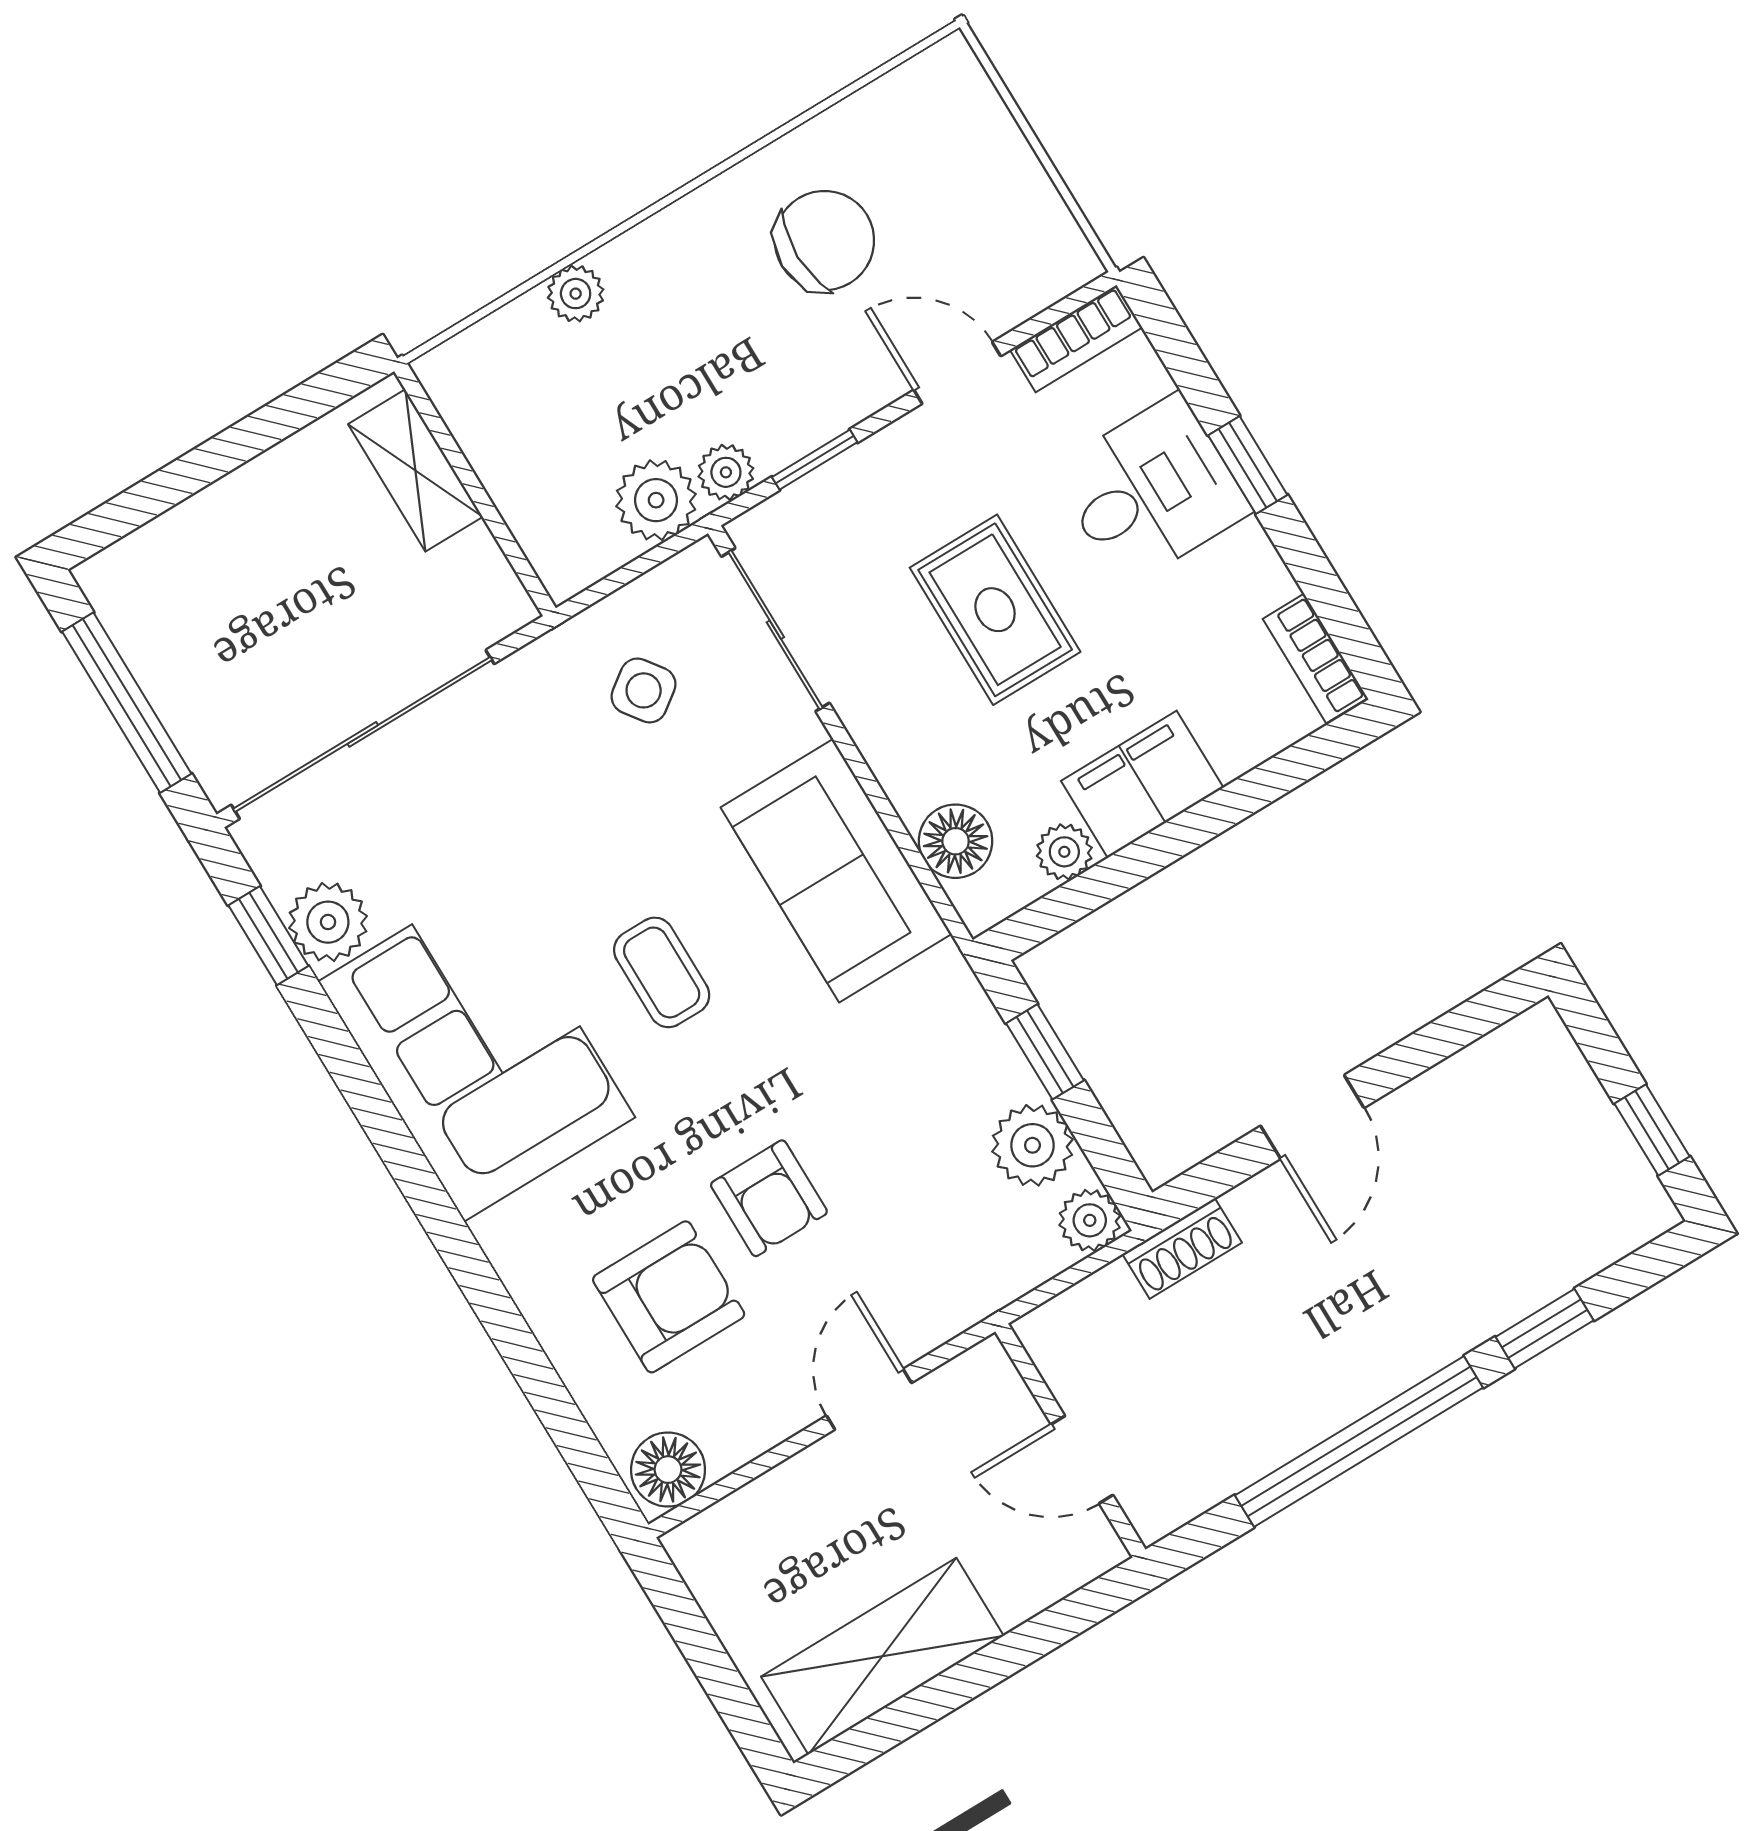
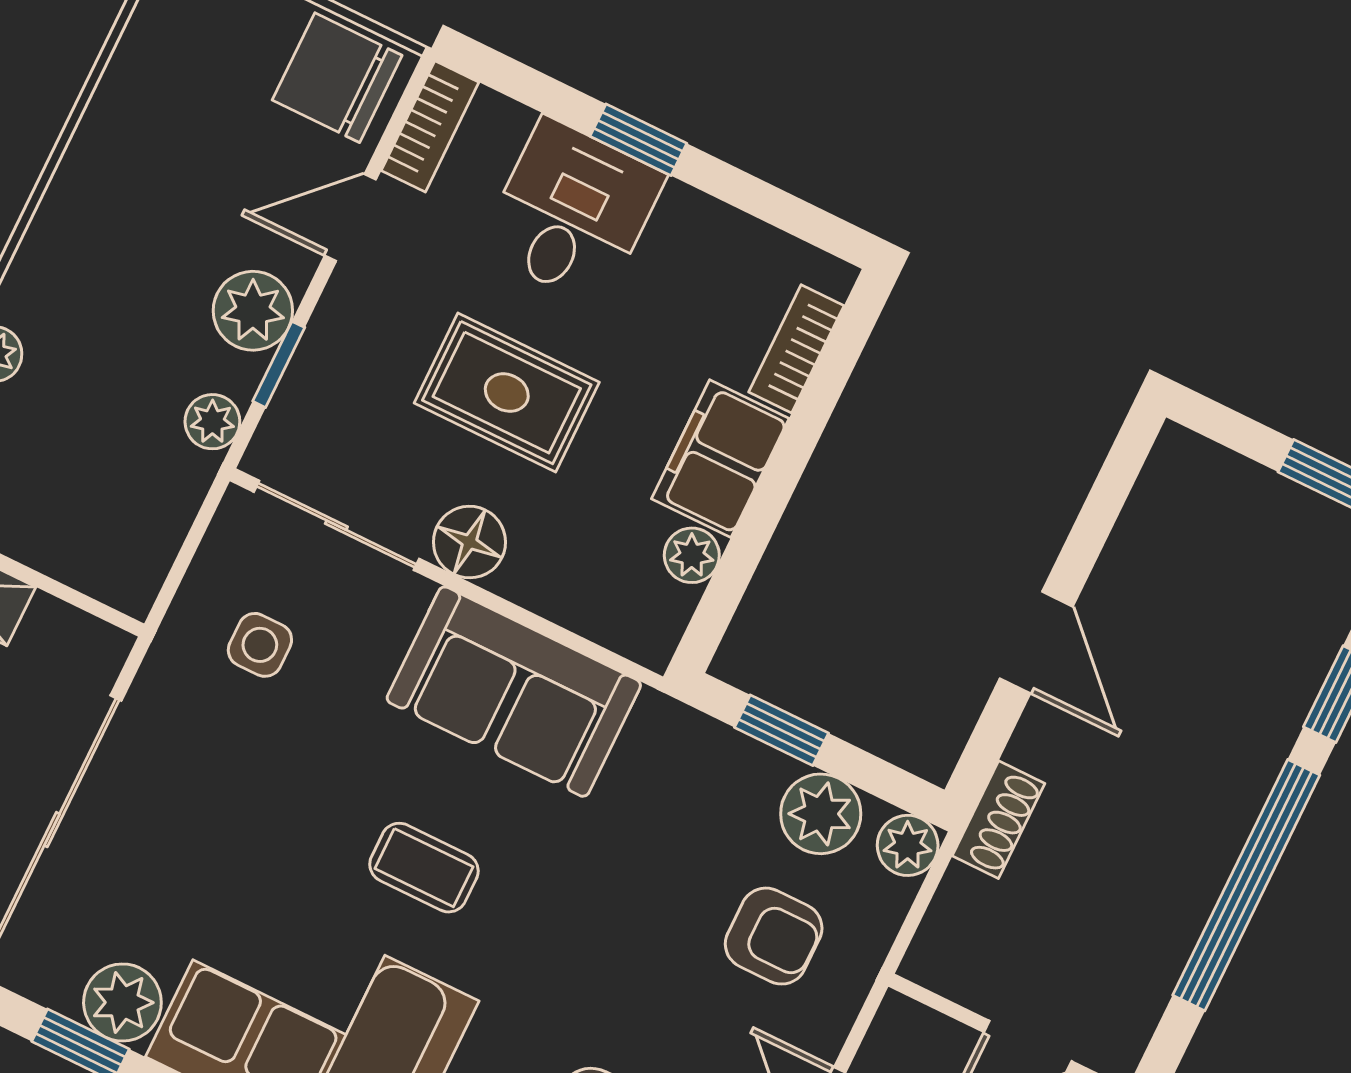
chair: (824, 241) -> (337, 78), moved, turned -90
plant: (656, 500) -> (253, 311), moved
bookcase: (1315, 658) -> (796, 349), moved, turned 90
side table: (644, 690) -> (260, 645), turned 36
floor lamp: (956, 841) -> (469, 542), moved
armchair: (769, 1198) -> (774, 936), moved

